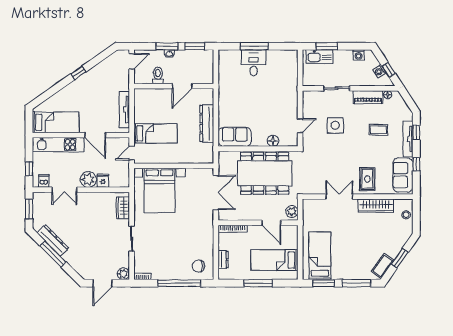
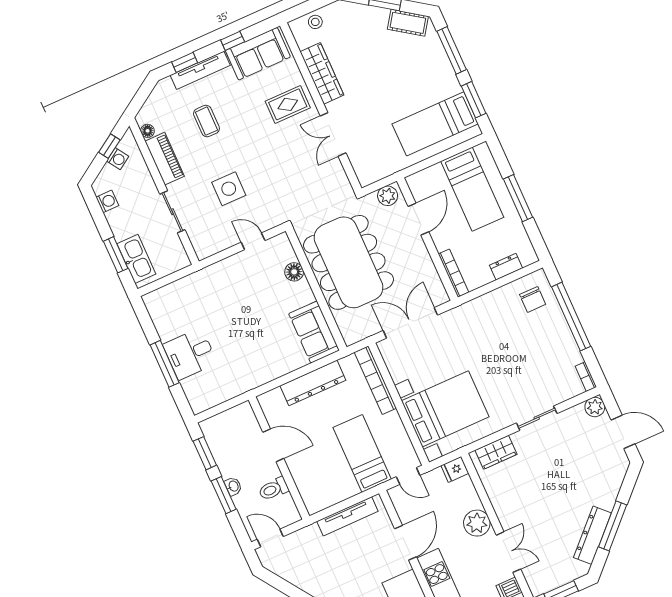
bookcase: (193, 159) -> (375, 380), added
fridge: (103, 181) -> (455, 469), moved

